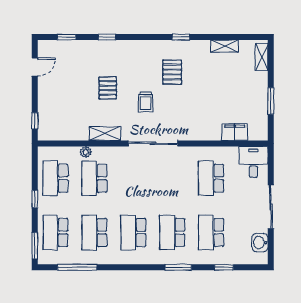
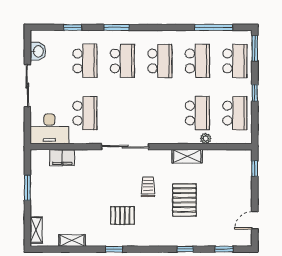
pallet: (172, 72) -> (122, 216), turned 90
pallet: (108, 88) -> (184, 200), width x1.50, depth x1.42
sliding door: (153, 143) -> (125, 147), moved
desk: (253, 162) -> (49, 129), width x1.37

